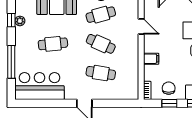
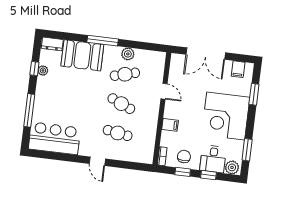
cafe table: (53, 44) -> (73, 98), removed

